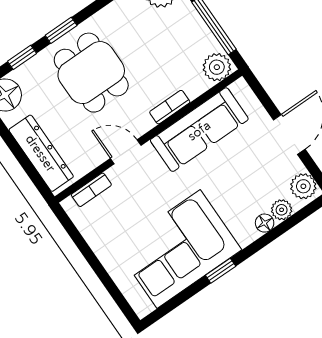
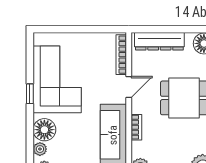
bookcase: (91, 190) -> (121, 55), width x1.56
floor lamp: (265, 223) -> (44, 130), width x1.89, depth x1.89

